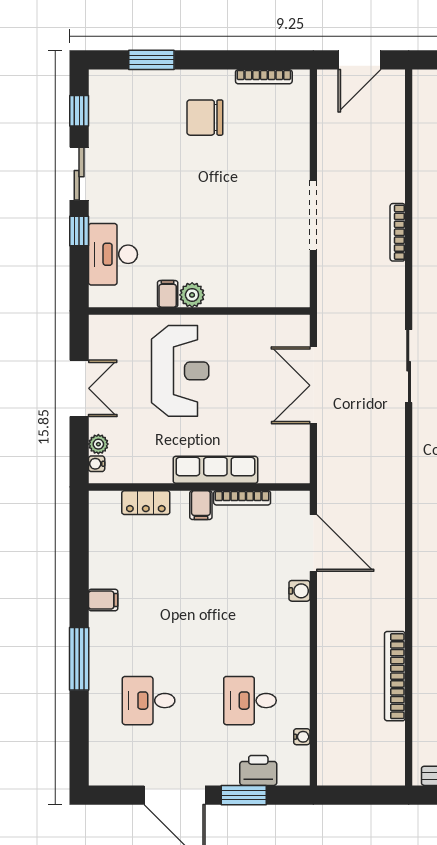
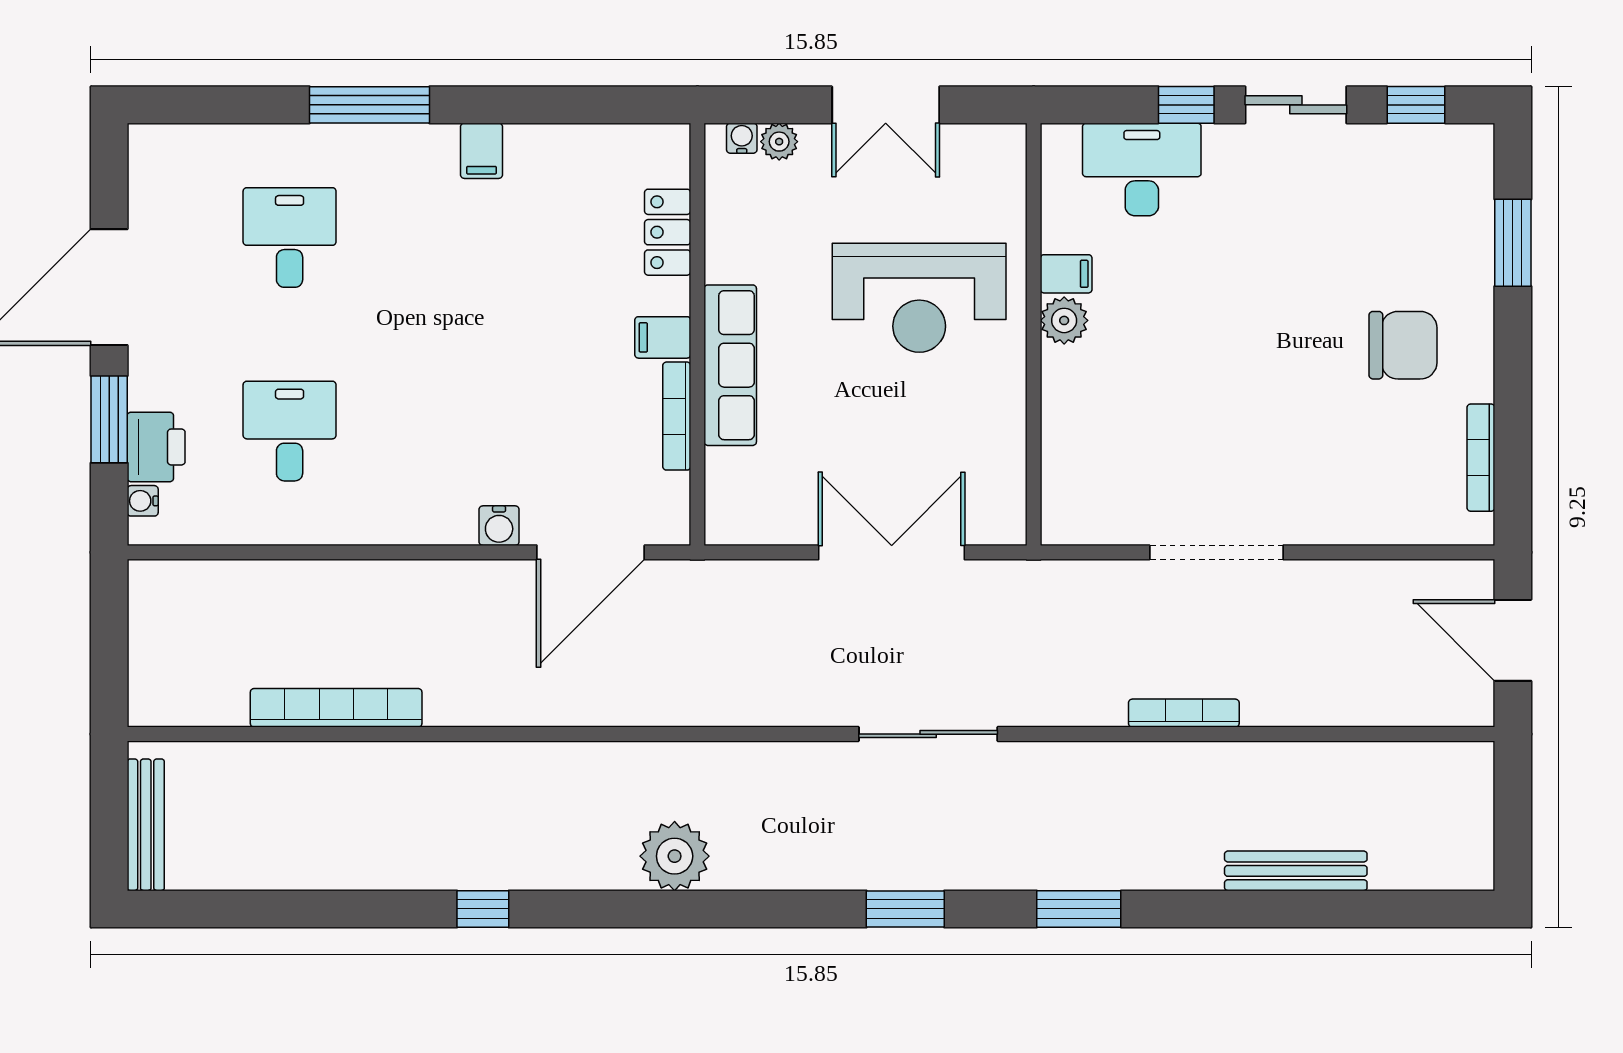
chair: (205, 118) -> (1403, 345), turned 90
water cooler: (302, 737) -> (143, 501), moved, turned 90

